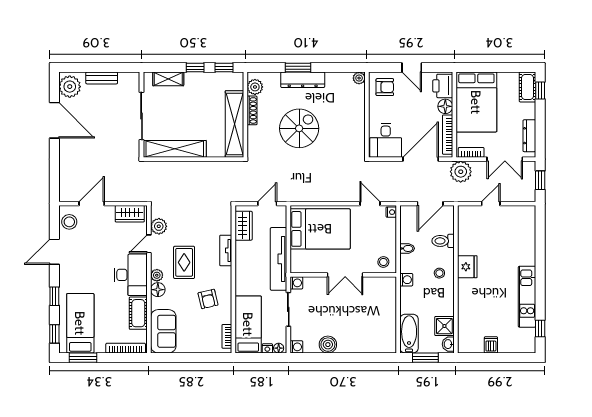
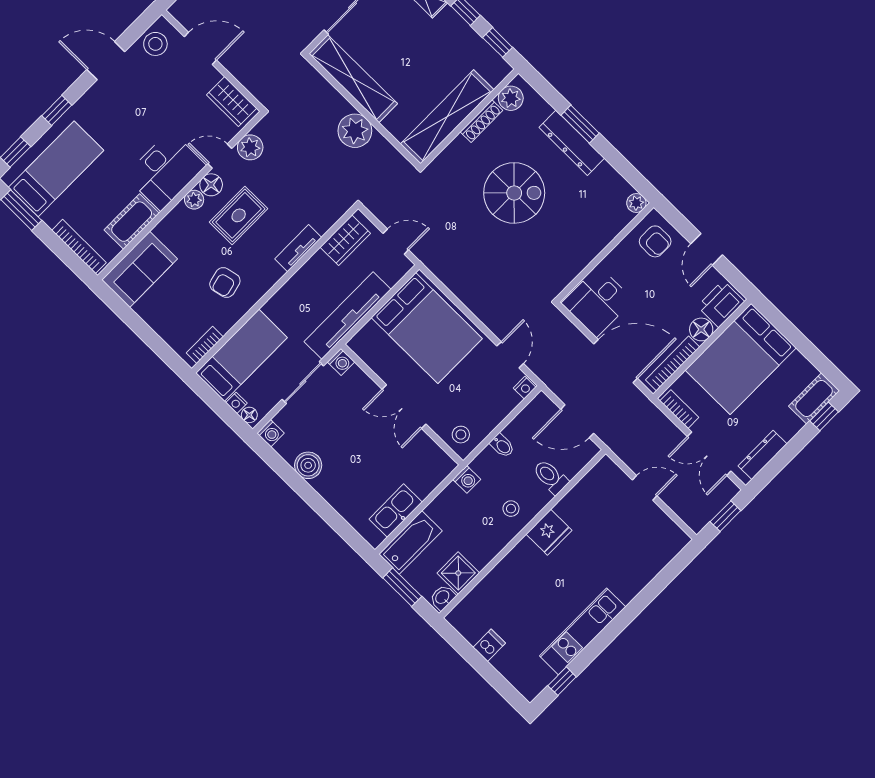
plant: (461, 172) -> (355, 131), moved
floor lamp: (158, 290) -> (211, 185), moved
kitchen sink: (388, 326) -> (396, 511), added

